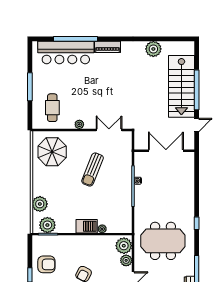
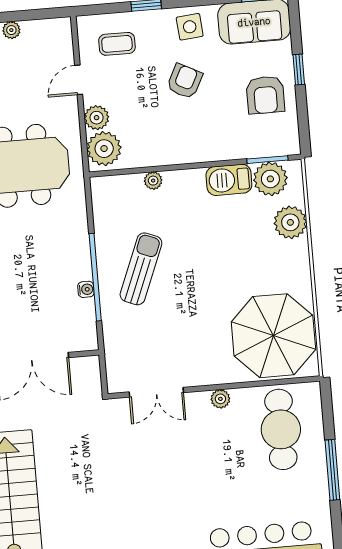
cafe table: (52, 108) -> (281, 429), width x1.37, depth x1.35
parasol: (52, 152) -> (273, 336), width x1.36, depth x1.36
sun lounger: (92, 169) -> (141, 269), moved
barbecue: (87, 226) -> (229, 180), moved
armchair: (46, 264) -> (265, 95), turned -90

